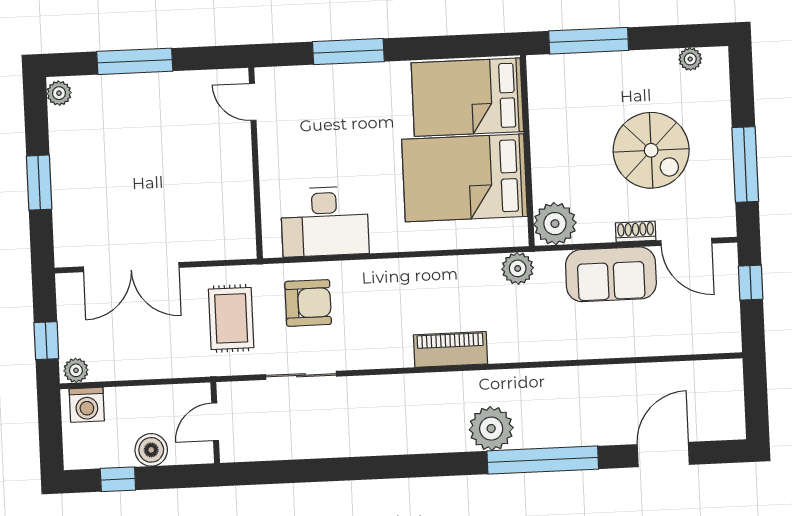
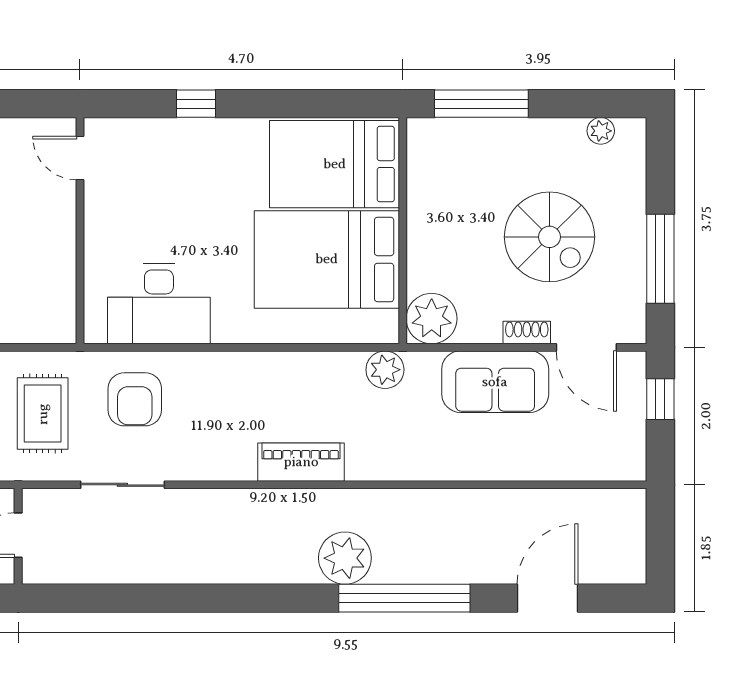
window: (348, 52) -> (196, 104), width x0.46
armchair: (308, 303) -> (135, 399), turned 90

